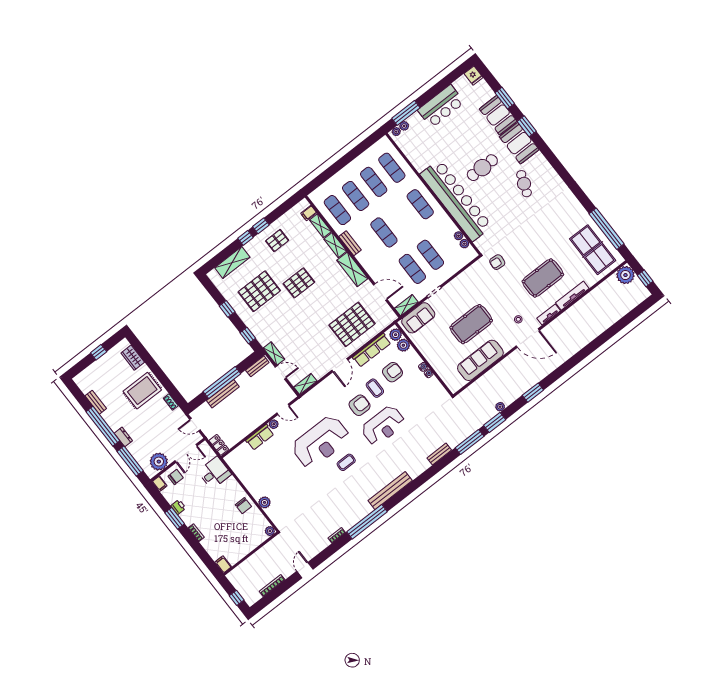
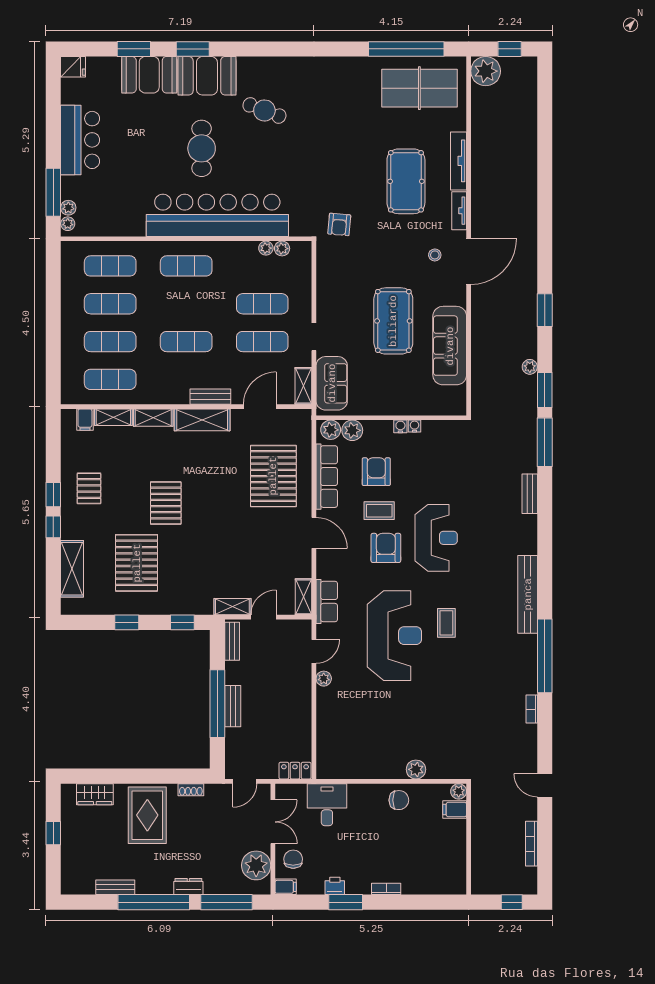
bench: (350, 243) -> (210, 397), moved
bench: (223, 394) -> (233, 706), width x0.73
row of seats: (260, 437) -> (327, 601), moved
filing cabinet: (223, 564) -> (455, 809), moved

